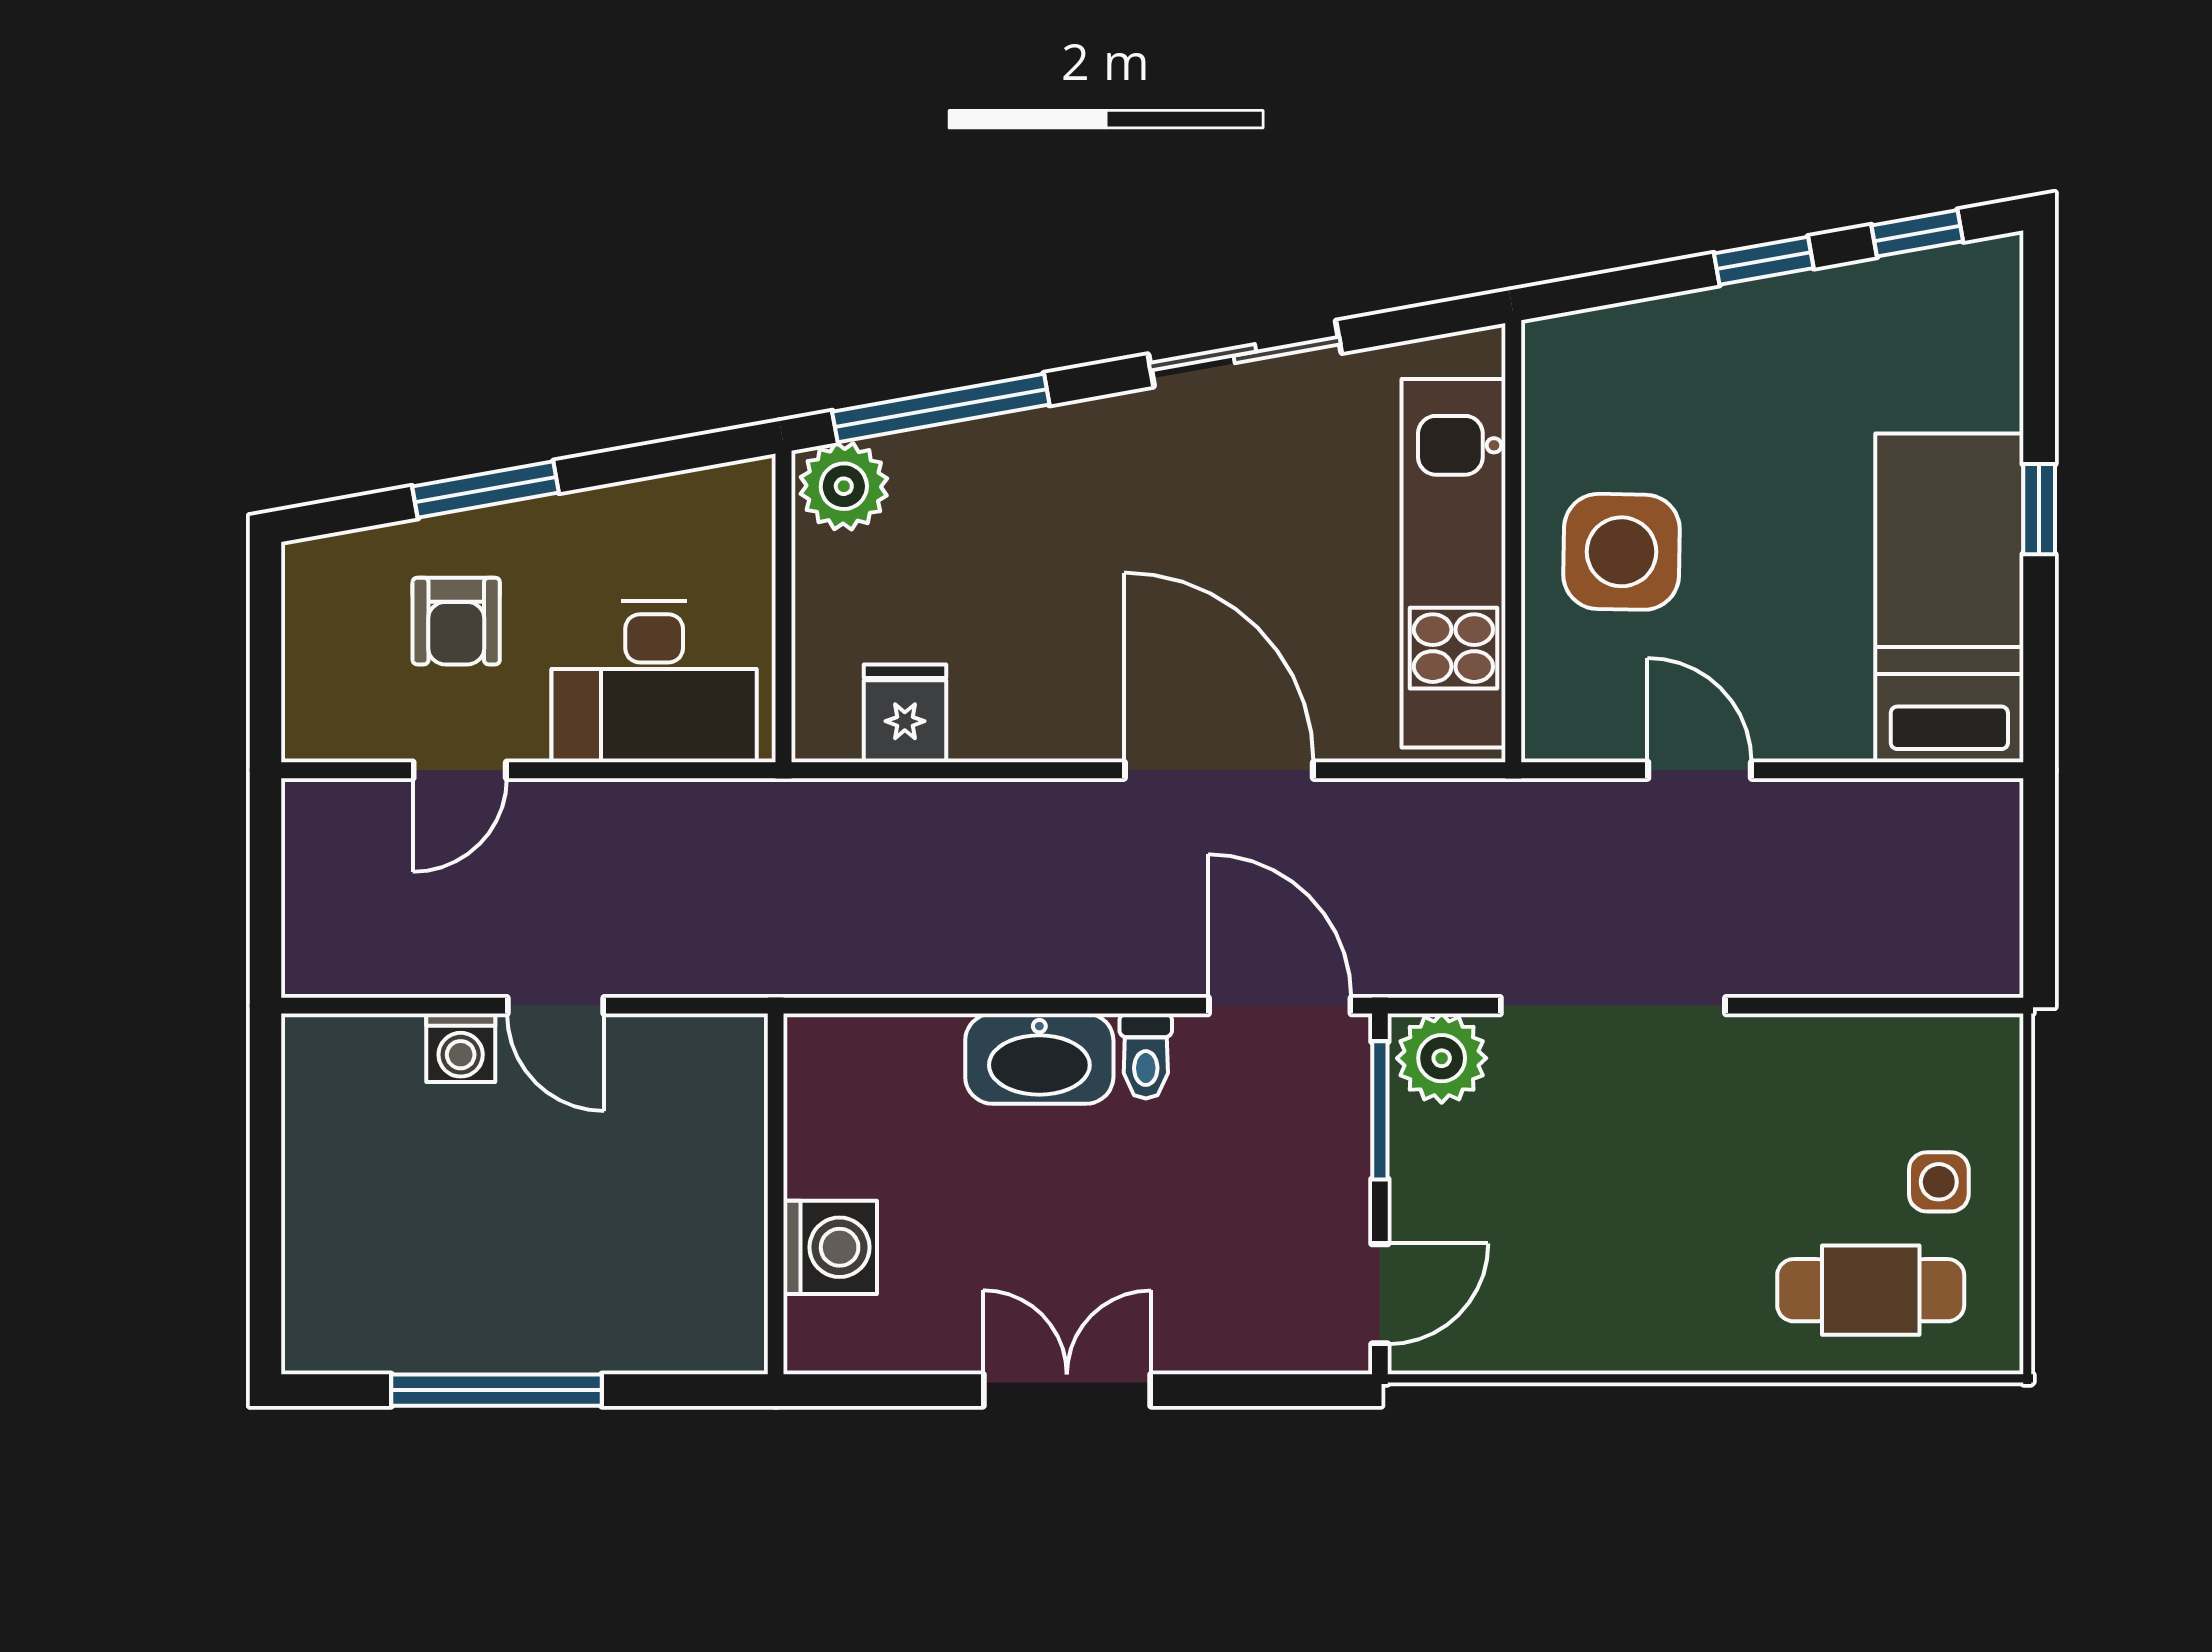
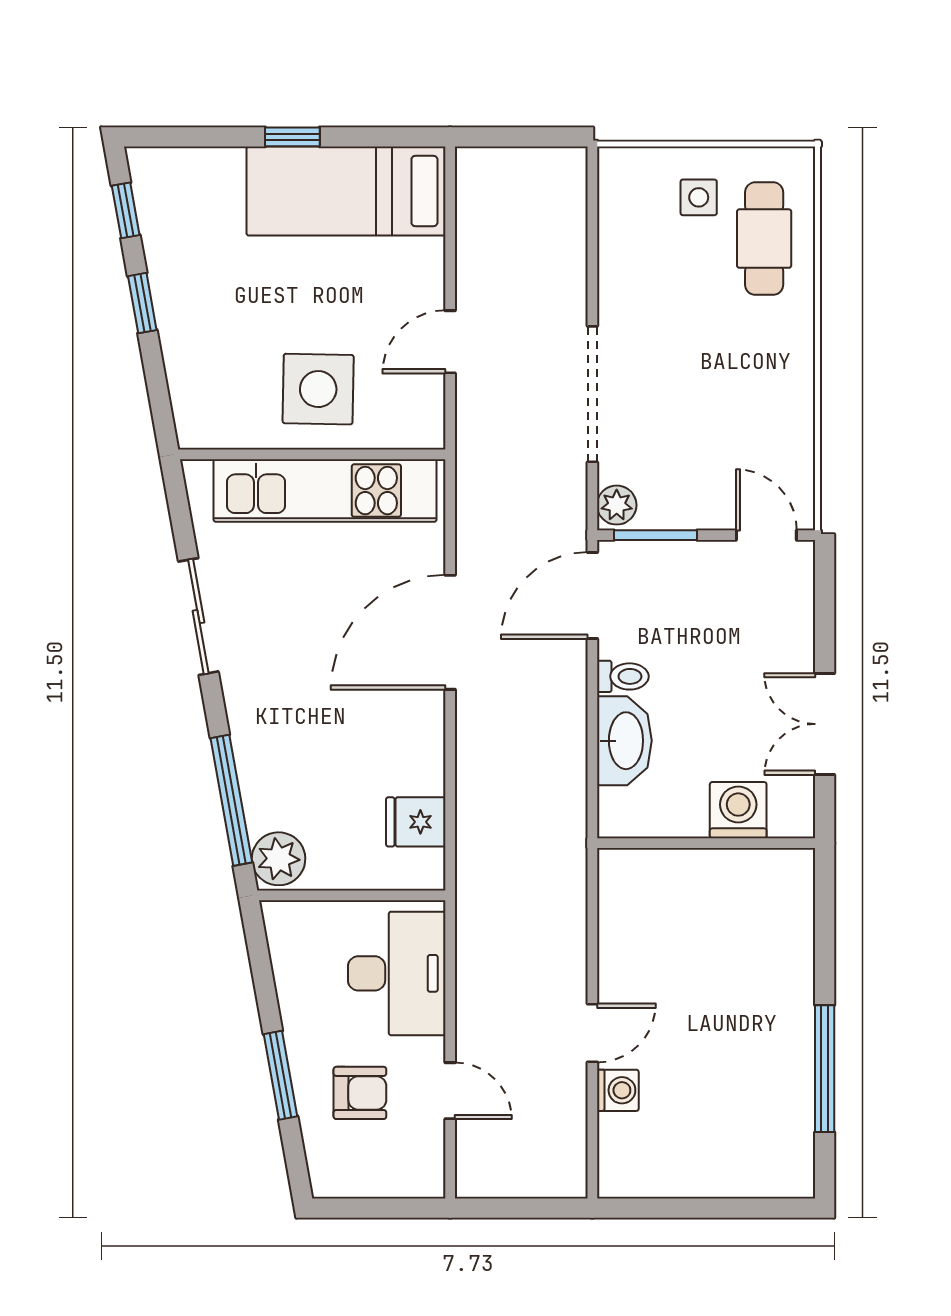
plant: (1442, 1058) -> (617, 505), width x0.73, depth x0.73
wall: (776, 1194) -> (706, 843), moved
washing machine: (830, 1247) -> (738, 810), moved

